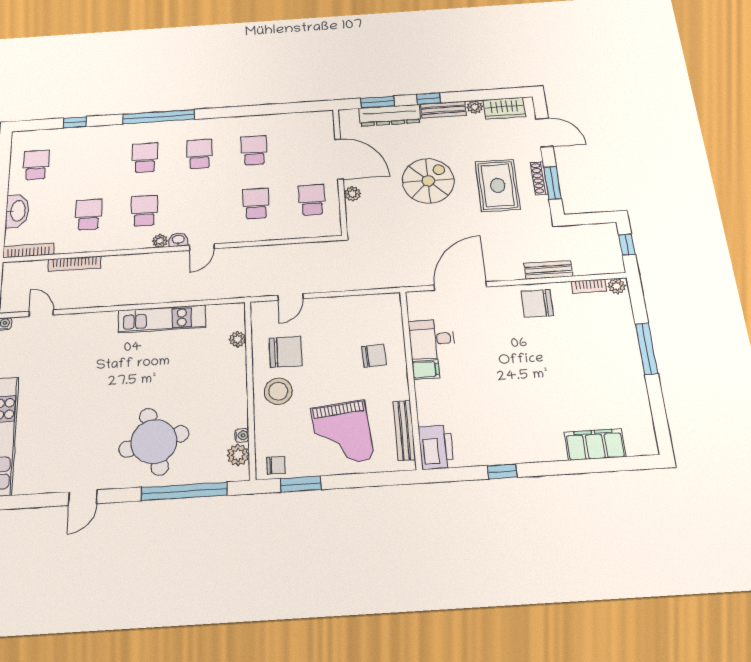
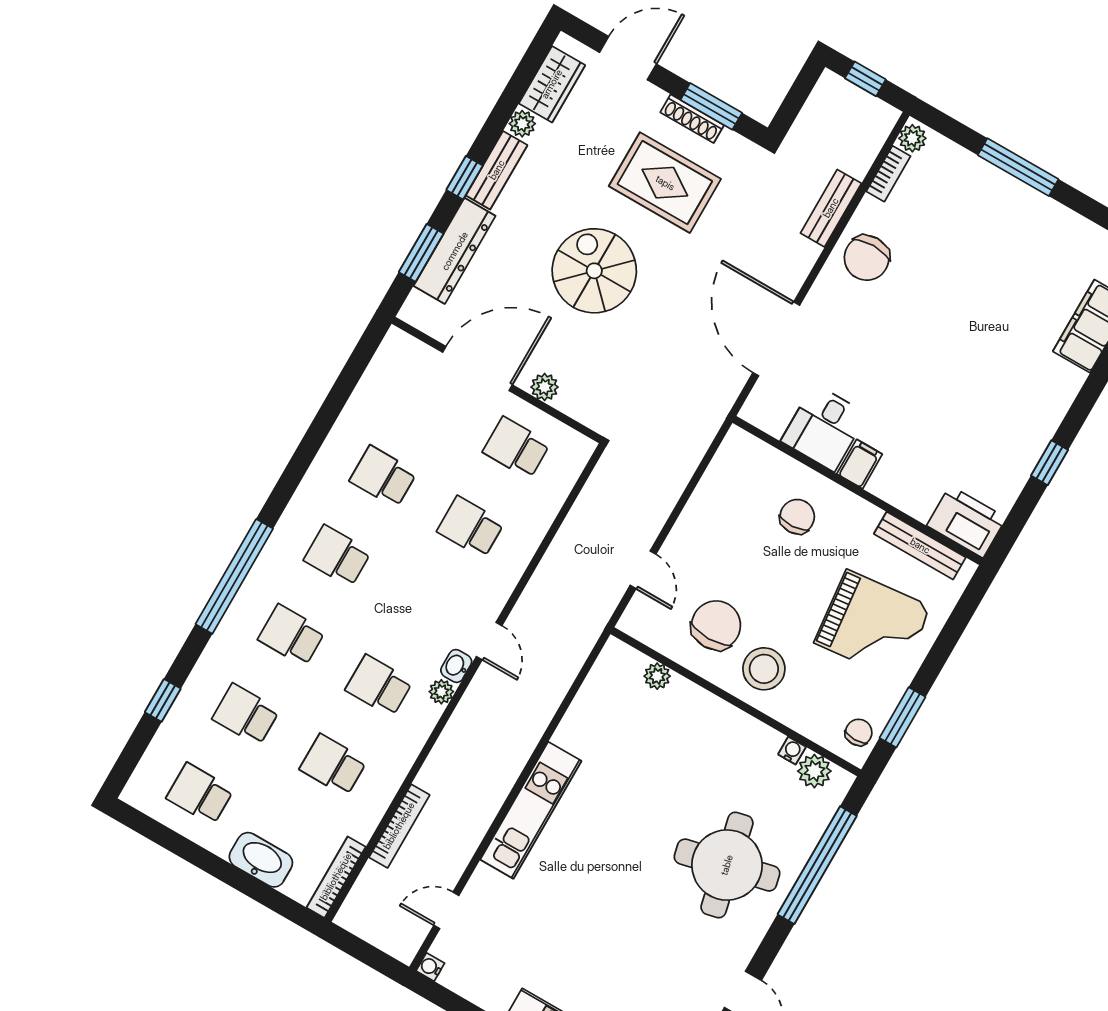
school desk: (91, 161) -> (246, 715), added
kitchen unit: (162, 319) -> (531, 810), moved

